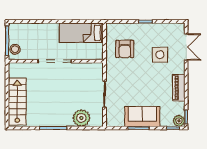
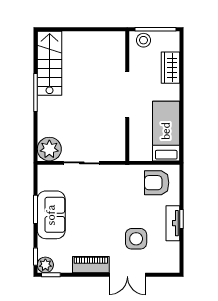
tv unit: (149, 28) -> (173, 223), added
wardrobe: (35, 30) -> (171, 68), added
double door: (186, 47) -> (127, 275), moved
armchair: (125, 49) -> (157, 183), moved
stairs: (17, 102) -> (50, 63), moved, turned -90
plant: (81, 118) -> (49, 149), moved

